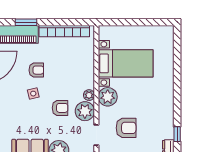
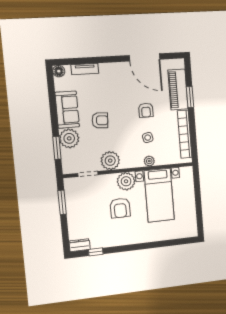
side table: (33, 94) -> (148, 138), moved
plant: (89, 95) -> (149, 161), moved
armchair: (60, 108) -> (100, 120), moved, turned -86
armchair: (126, 128) -> (120, 208), moved

